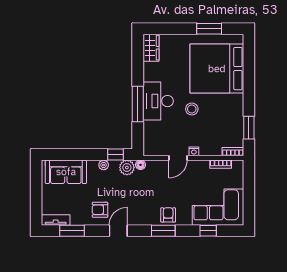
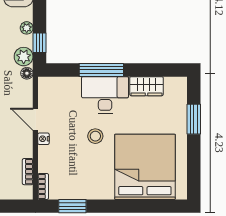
window: (209, 29) -> (194, 119), moved
wardrobe: (151, 48) -> (146, 86), moved

